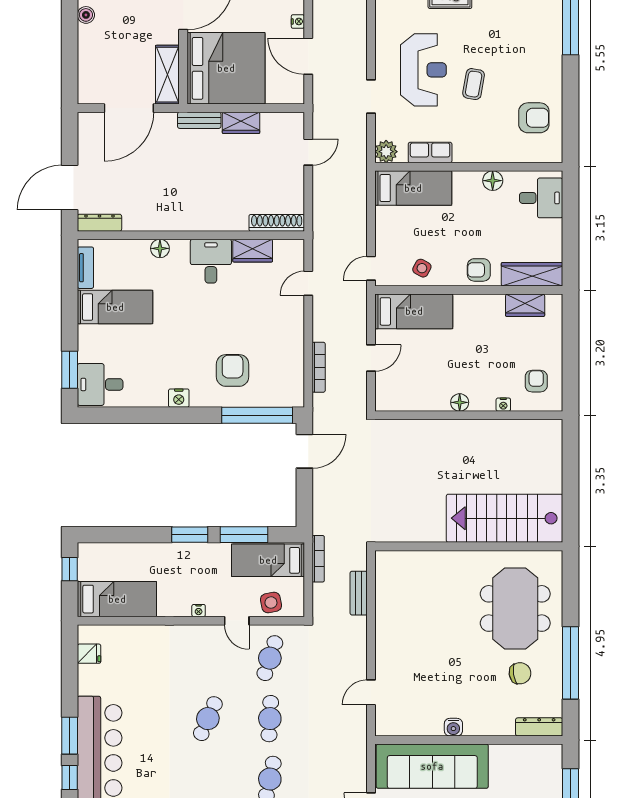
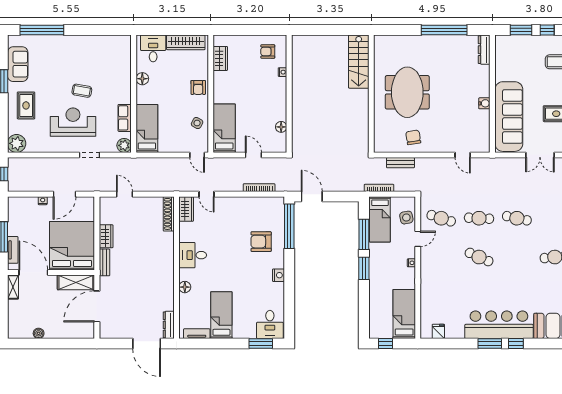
door: (129, 108) -> (97, 306), swing flipped
armchair: (534, 118) -> (103, 53), removed
wardrobe: (253, 251) -> (186, 209), moved
wardrobe: (532, 274) -> (186, 42), moved, turned -90
floor lamp: (460, 402) -> (281, 127), moved
stairs: (505, 518) -> (359, 62), width x0.73, depth x0.66
meeting table: (515, 608) -> (407, 92), moved, turned 90
chair: (520, 673) -> (413, 137), moved

